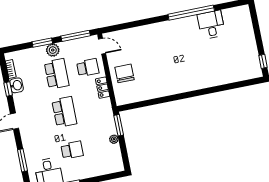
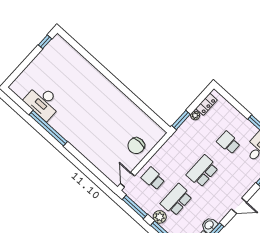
desk: (211, 25) -> (43, 102), width x1.37
locker: (103, 88) -> (206, 104), moved

